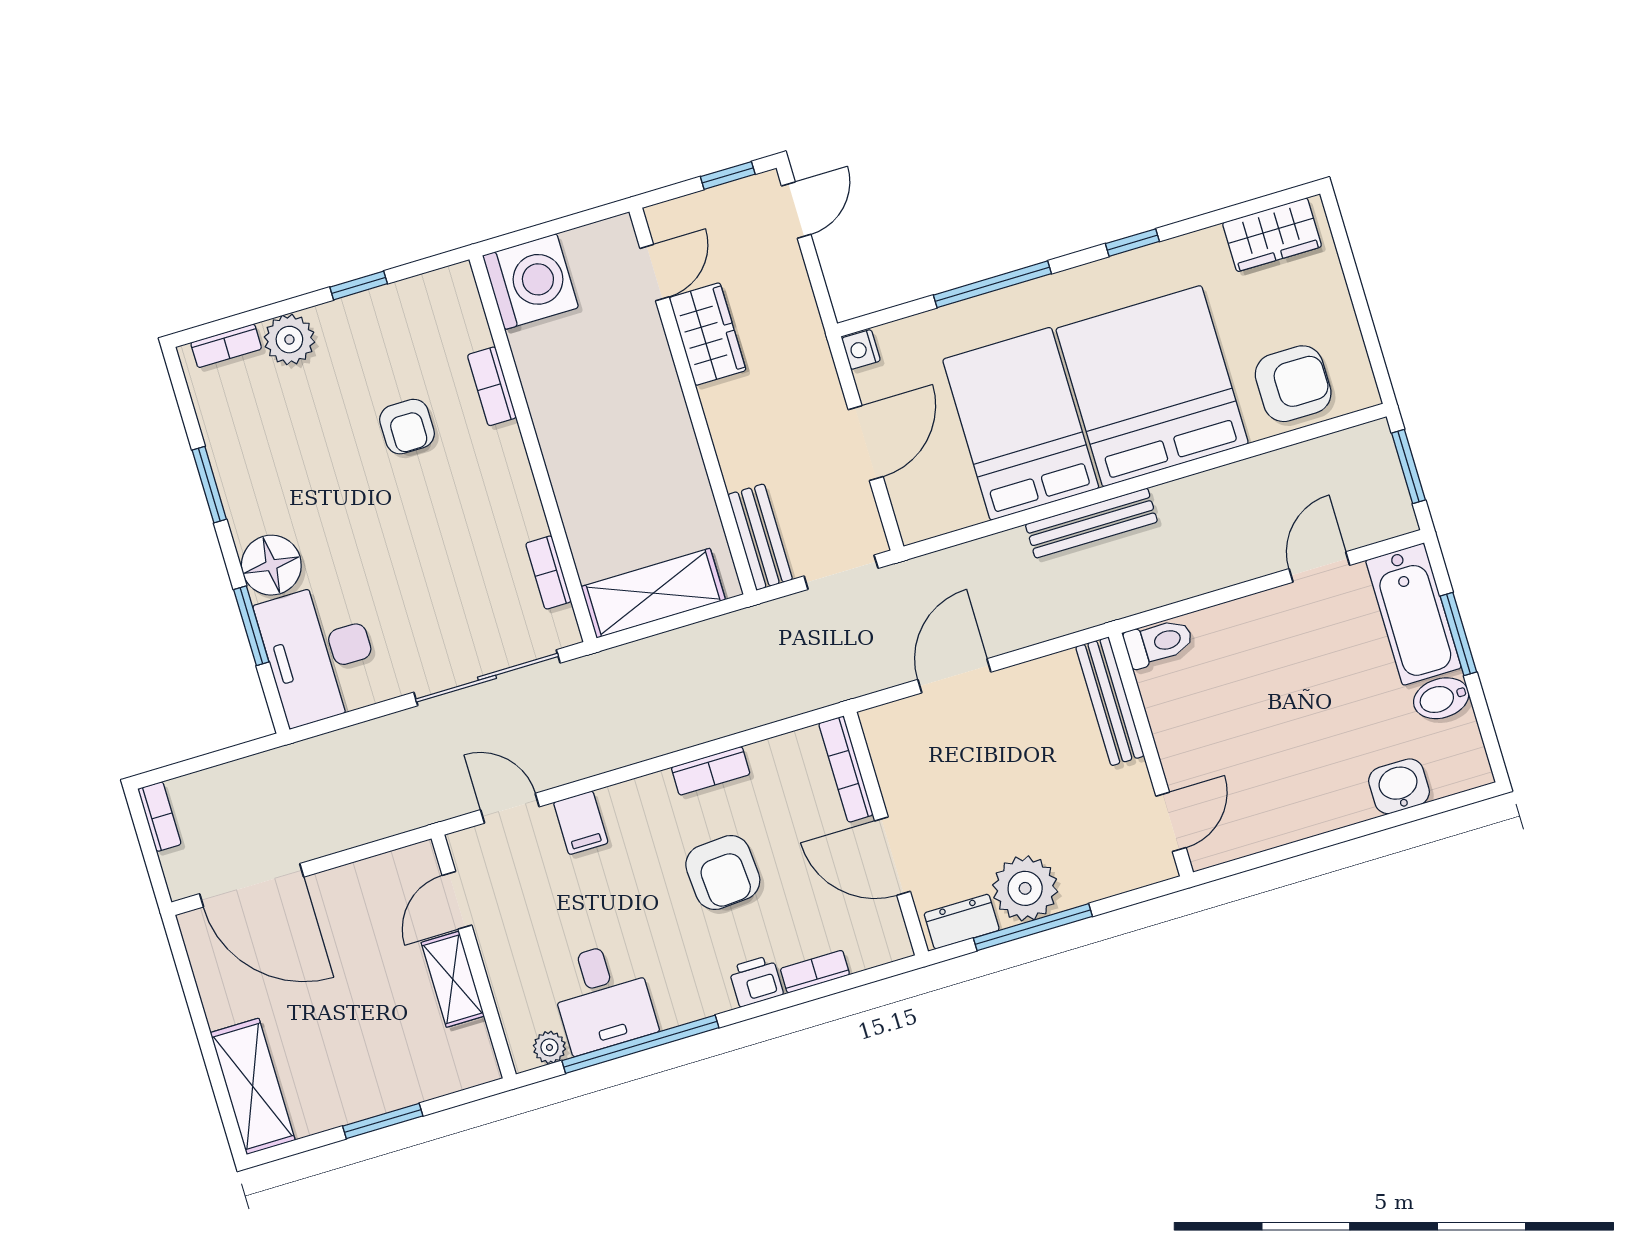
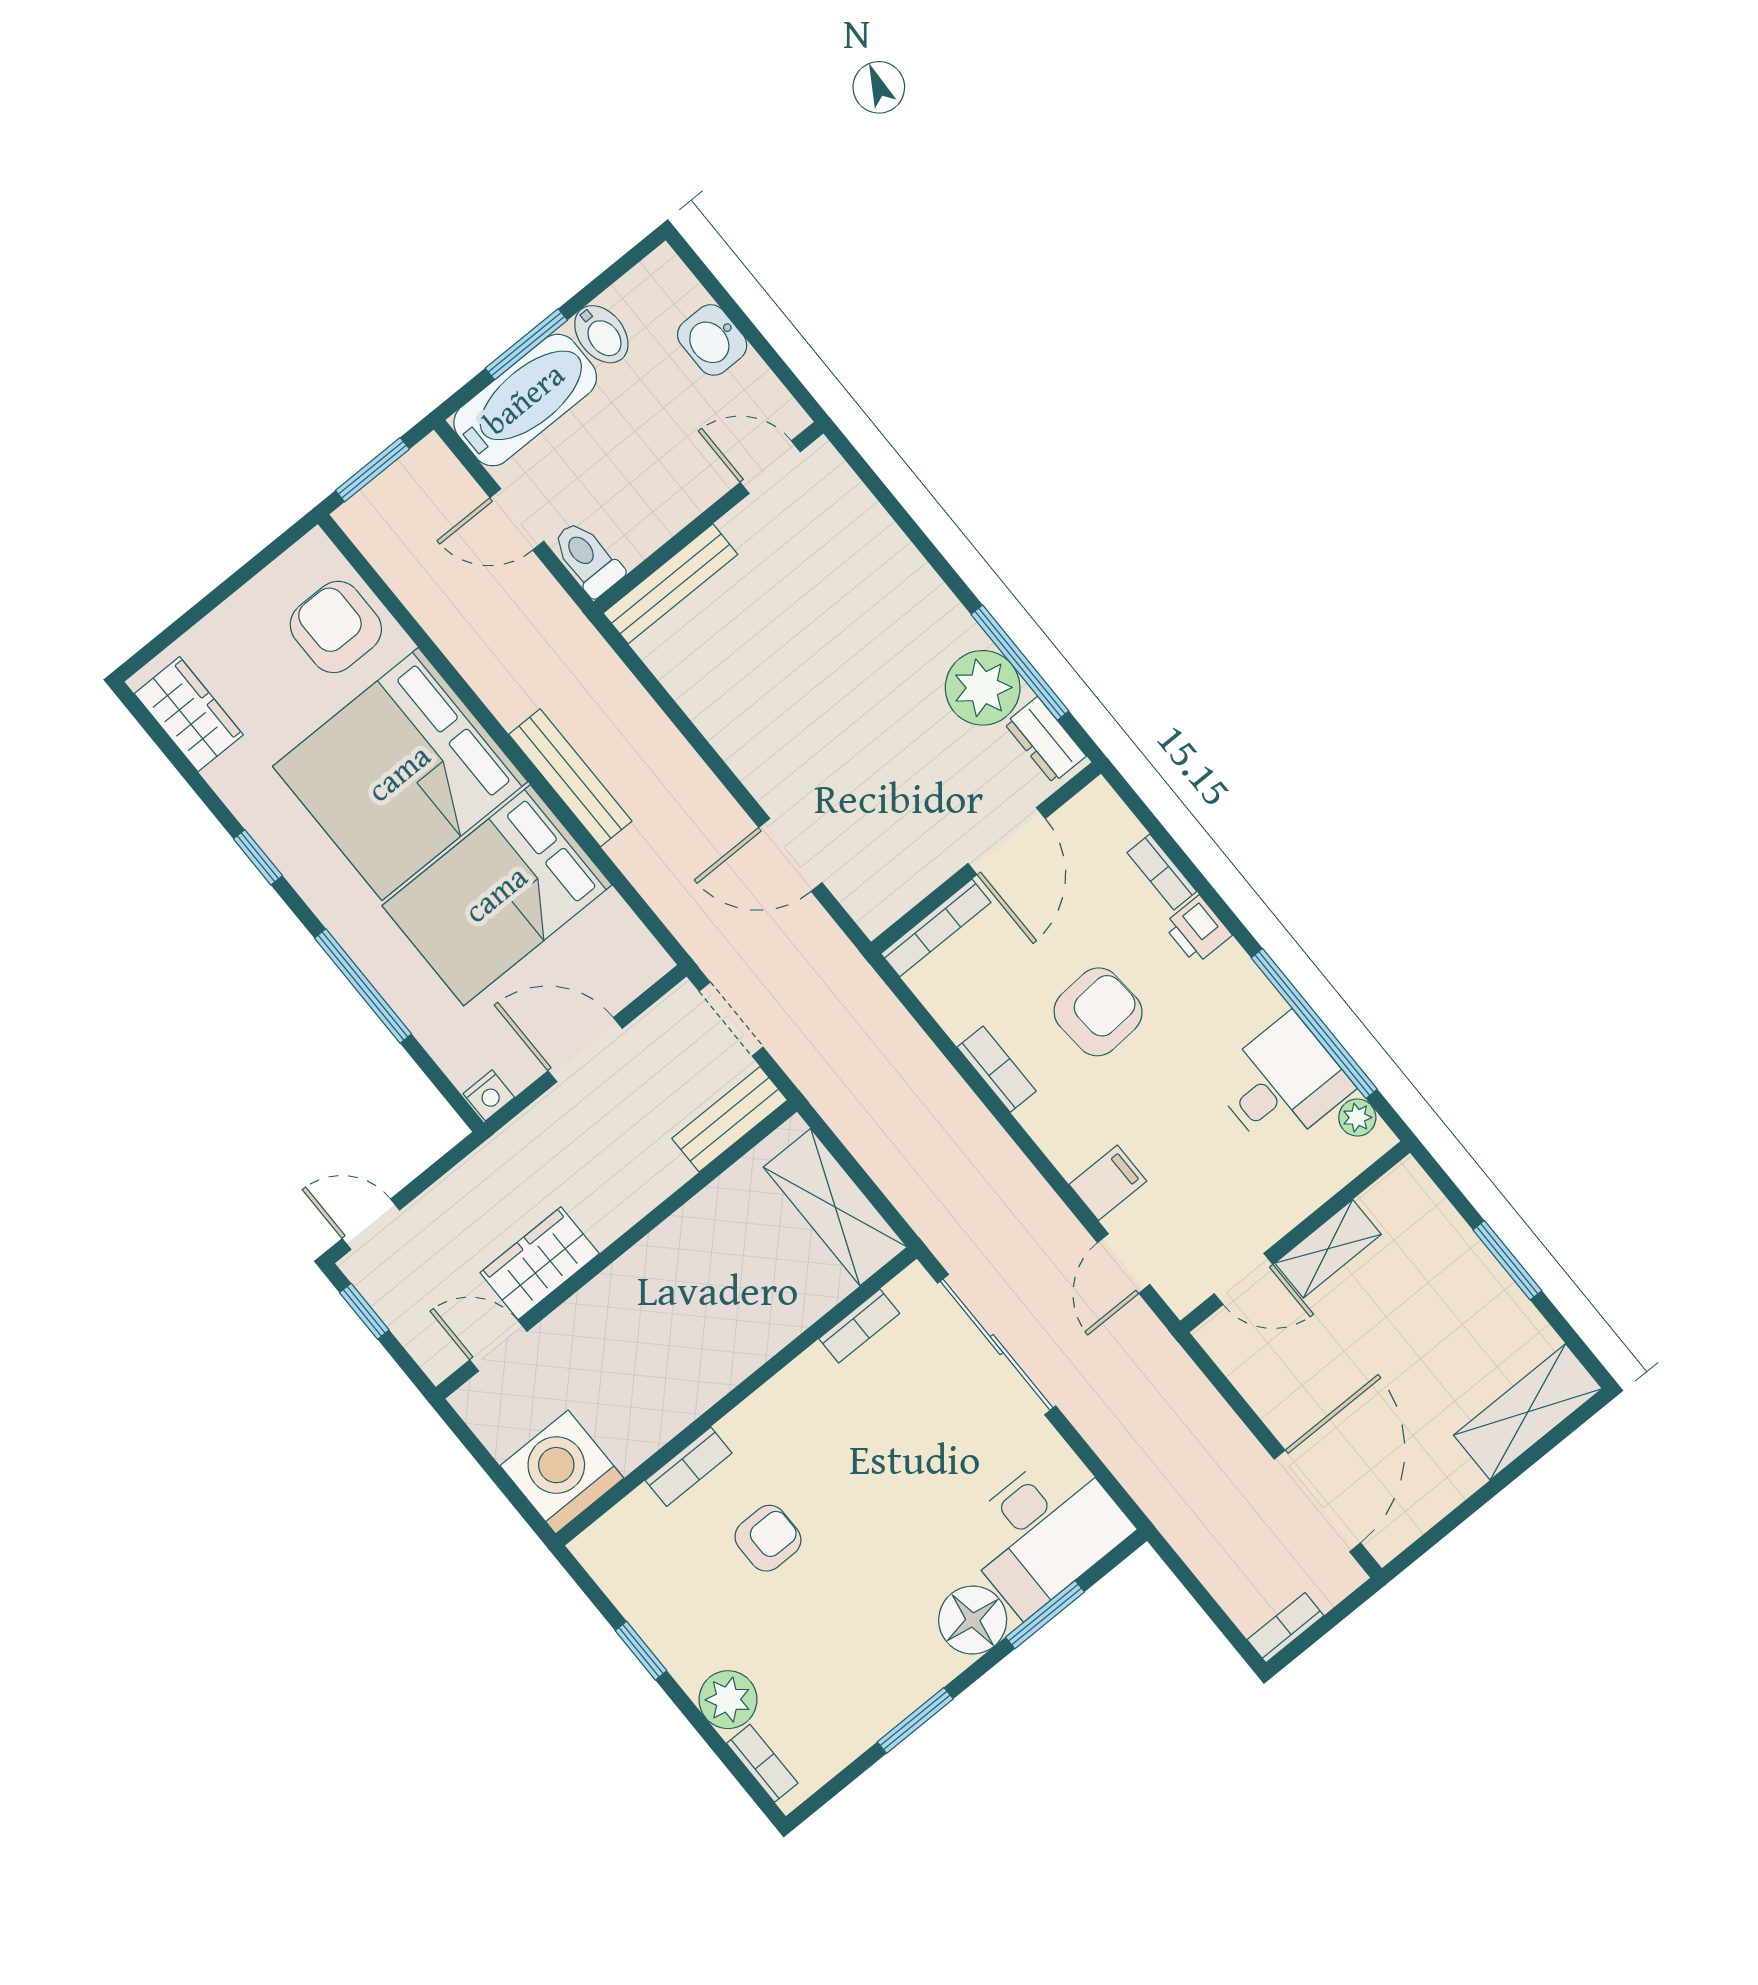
toilet: (1159, 643) -> (588, 558), moved
bench: (1110, 701) -> (670, 584), moved
wall: (1151, 755) -> (708, 518), moved
door: (1171, 822) -> (770, 467), moved

